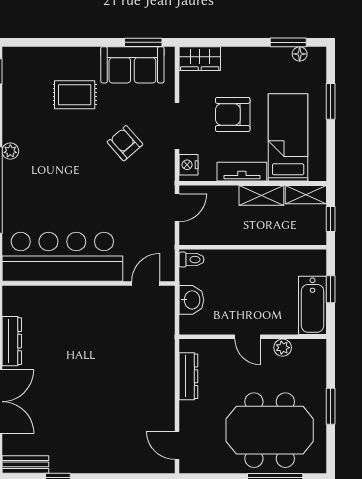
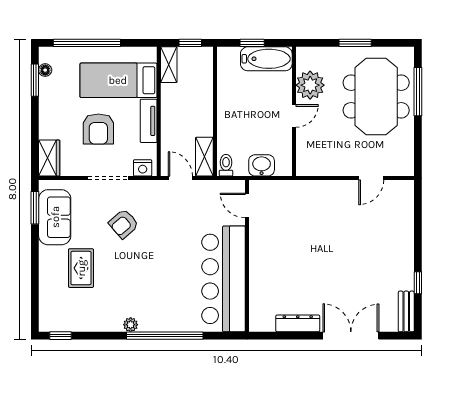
window: (331, 101) -> (87, 43), width x2.11
shelving: (261, 195) -> (204, 157), moved
plant: (283, 348) -> (310, 85), width x1.88, depth x1.88
dresser: (188, 376) -> (329, 168), removed
door: (177, 445) -> (371, 178), moved

